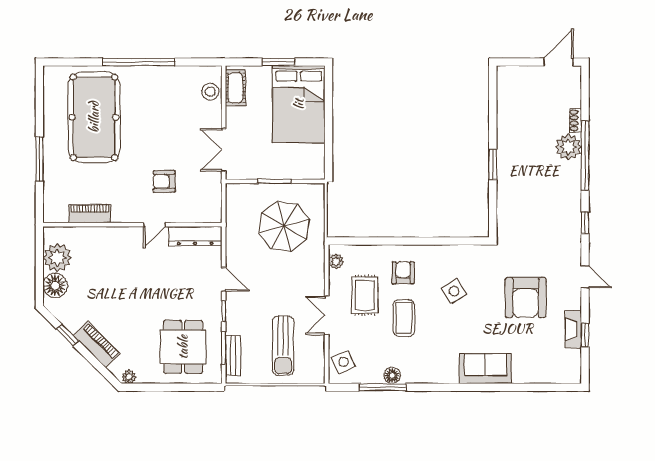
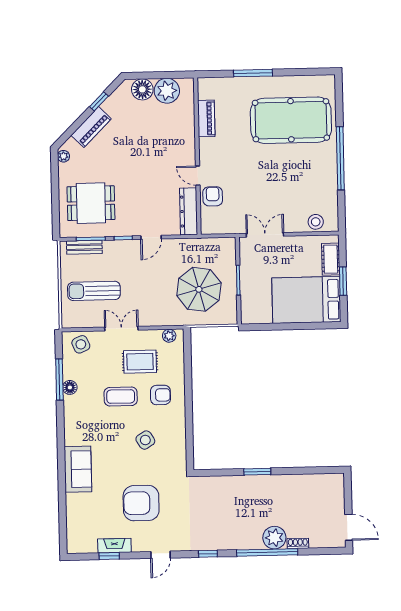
cot: (235, 88) -> (331, 259), moved, turned 90
armchair: (164, 181) -> (213, 196), moved

